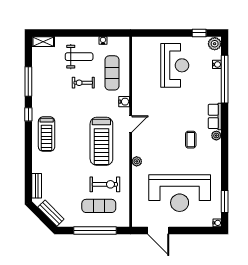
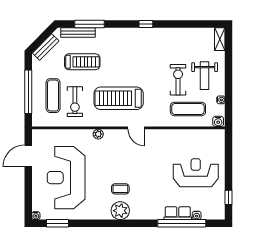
plant: (215, 44) -> (218, 213), removed
reception desk: (175, 65) -> (196, 173), turned 180
window: (28, 81) -> (90, 24), moved
exercise bike: (83, 83) -> (178, 80), width x1.38, depth x1.39
water cooler: (124, 102) -> (218, 121), moved
row of seats: (215, 116) -> (178, 213), moved
treadmill: (47, 134) -> (82, 62), moved, turned 180
plant: (216, 136) -> (120, 211), width x1.88, depth x1.88
bench: (37, 186) -> (78, 32), width x1.36

